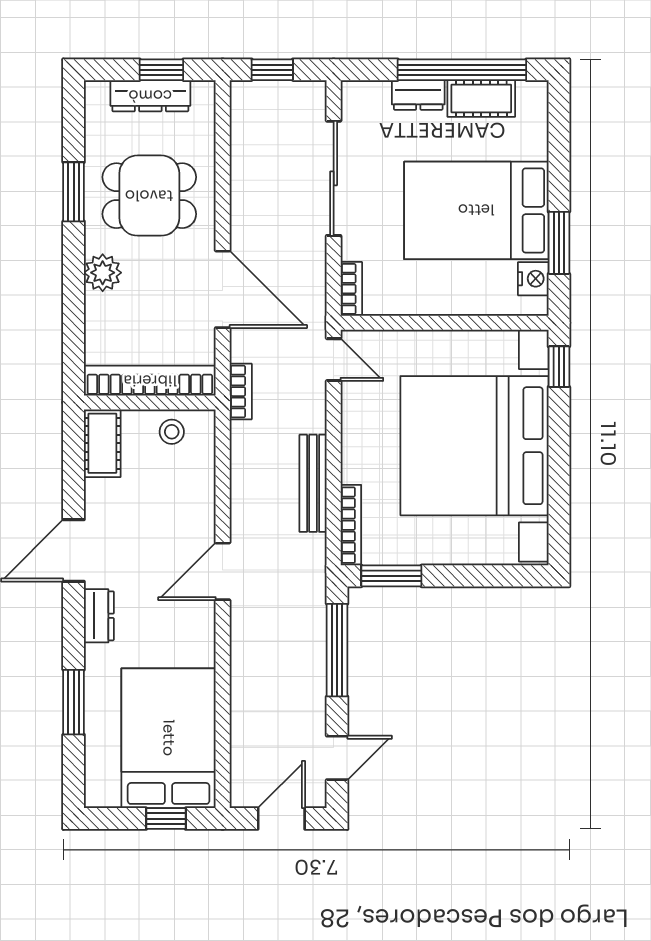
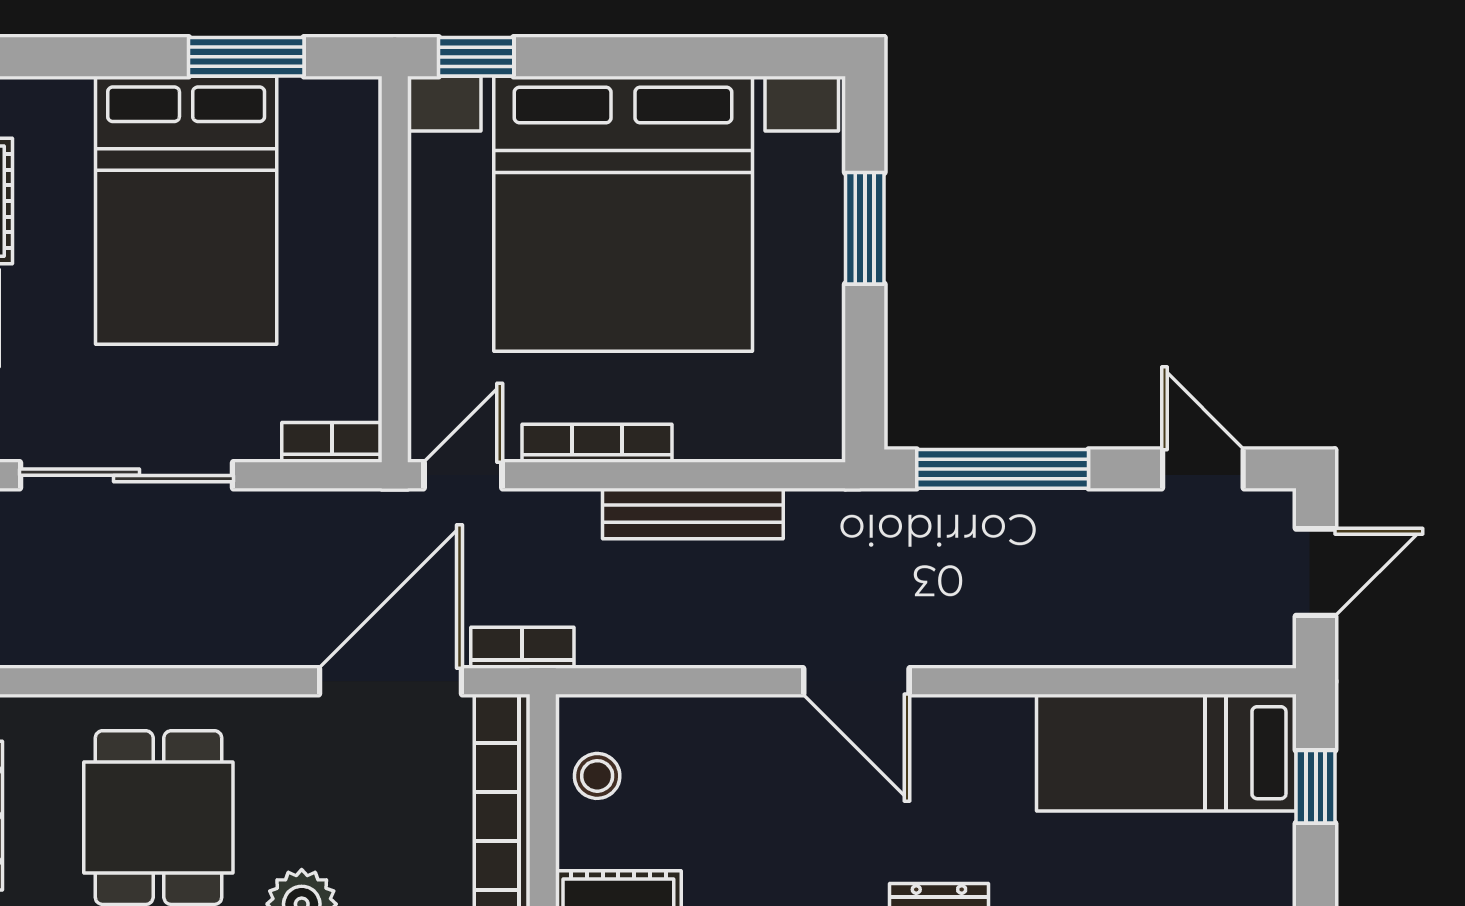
nightstand: (533, 279) -> (313, 105), removed
door: (223, 289) -> (391, 681), moved
bookcase: (351, 525) -> (597, 443), moved
window: (391, 576) -> (865, 228), moved
bed: (169, 738) -> (1166, 753), width x0.67
door: (281, 819) -> (1316, 572), swing flipped

